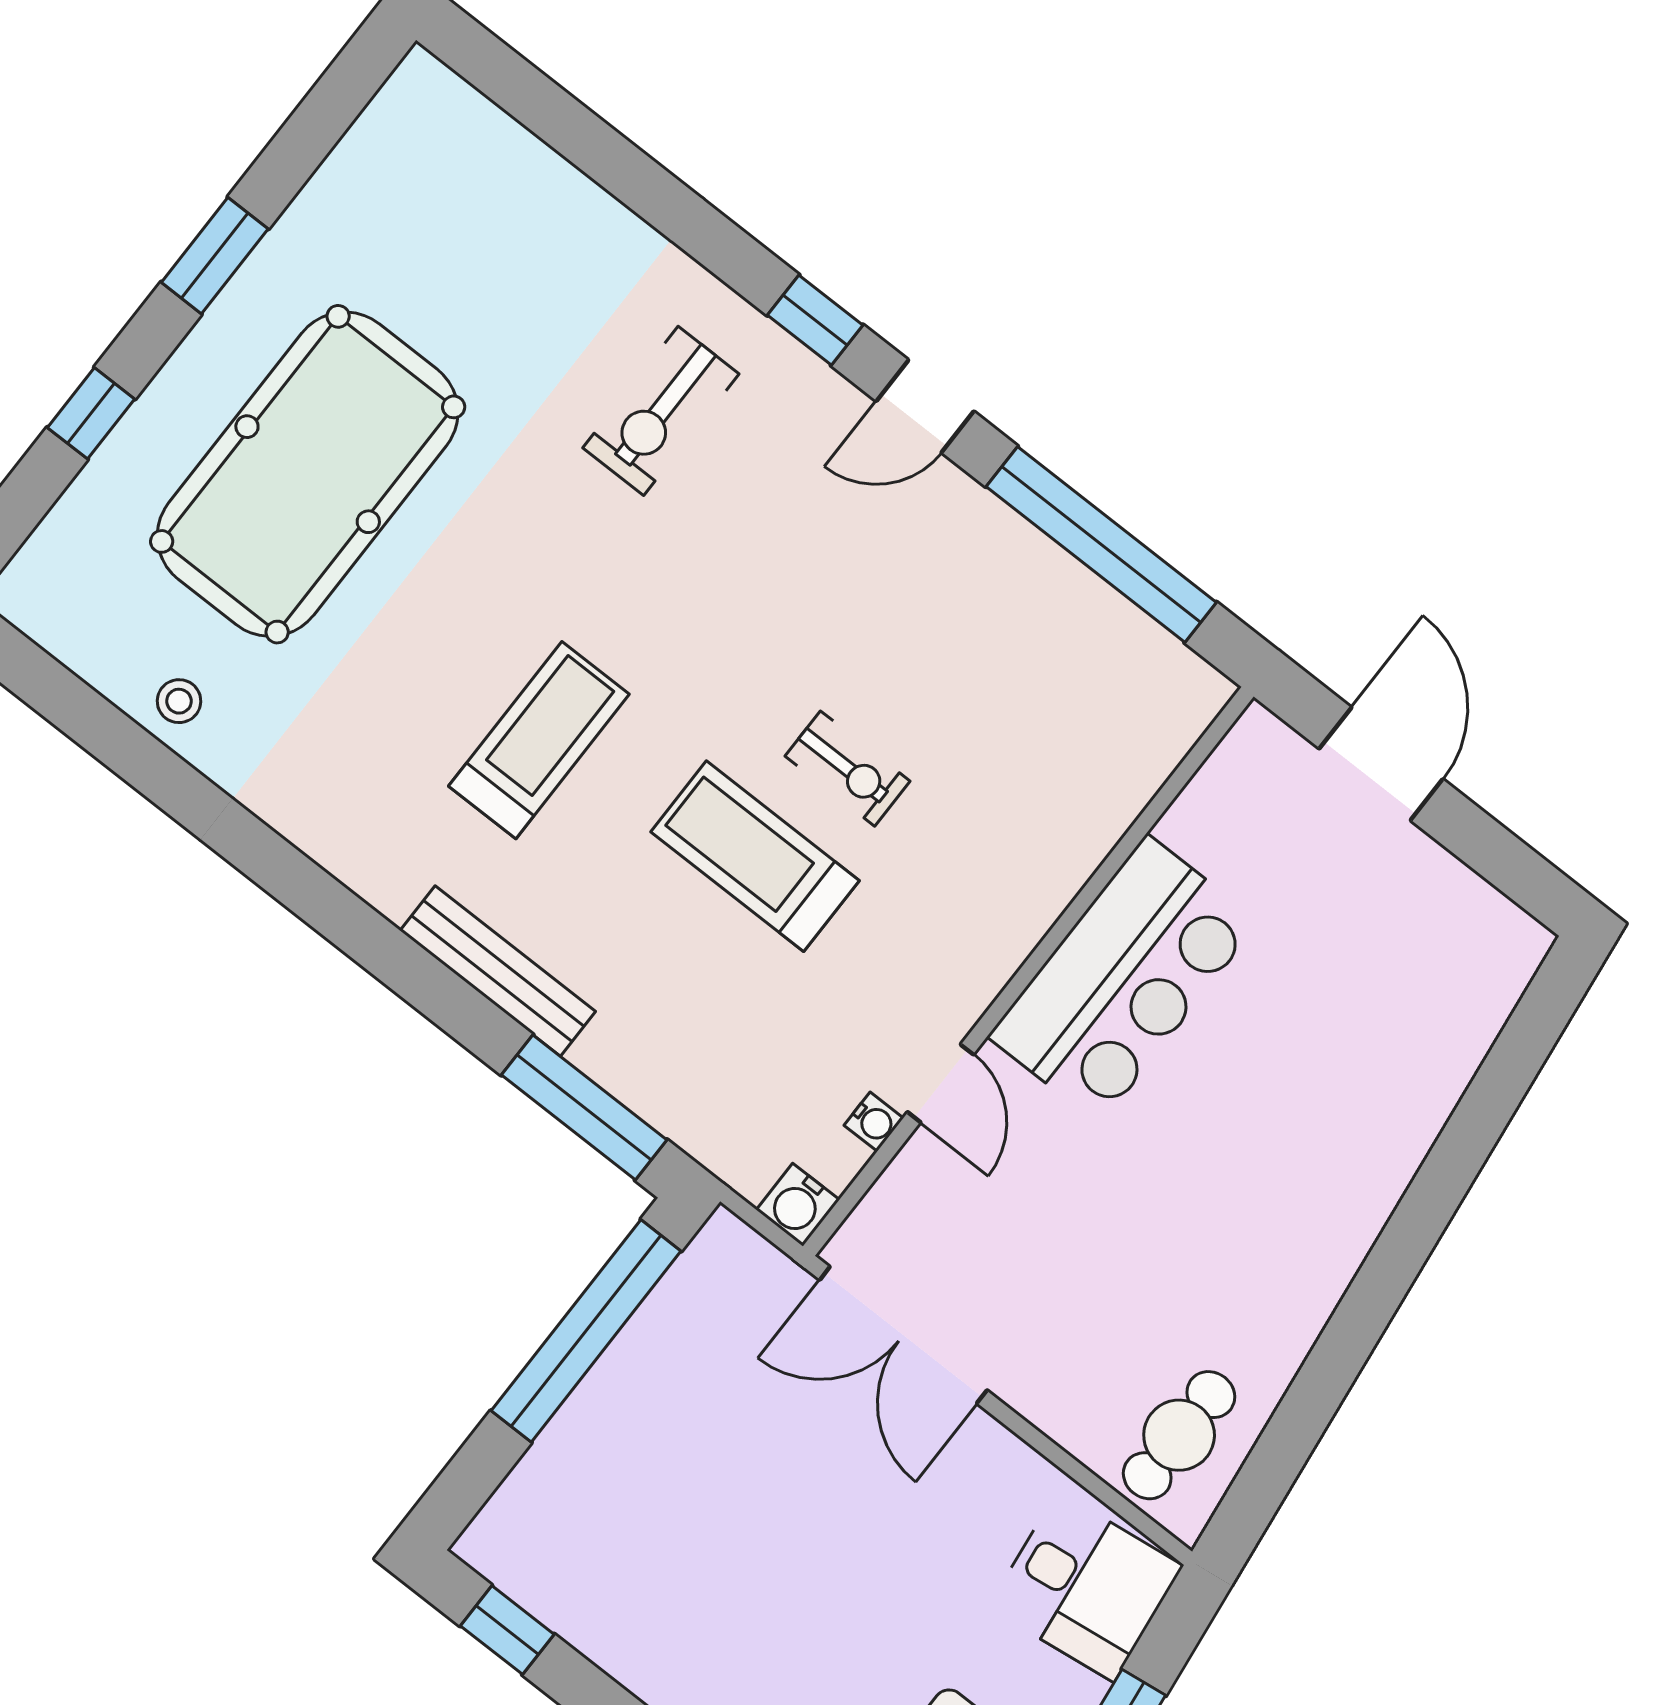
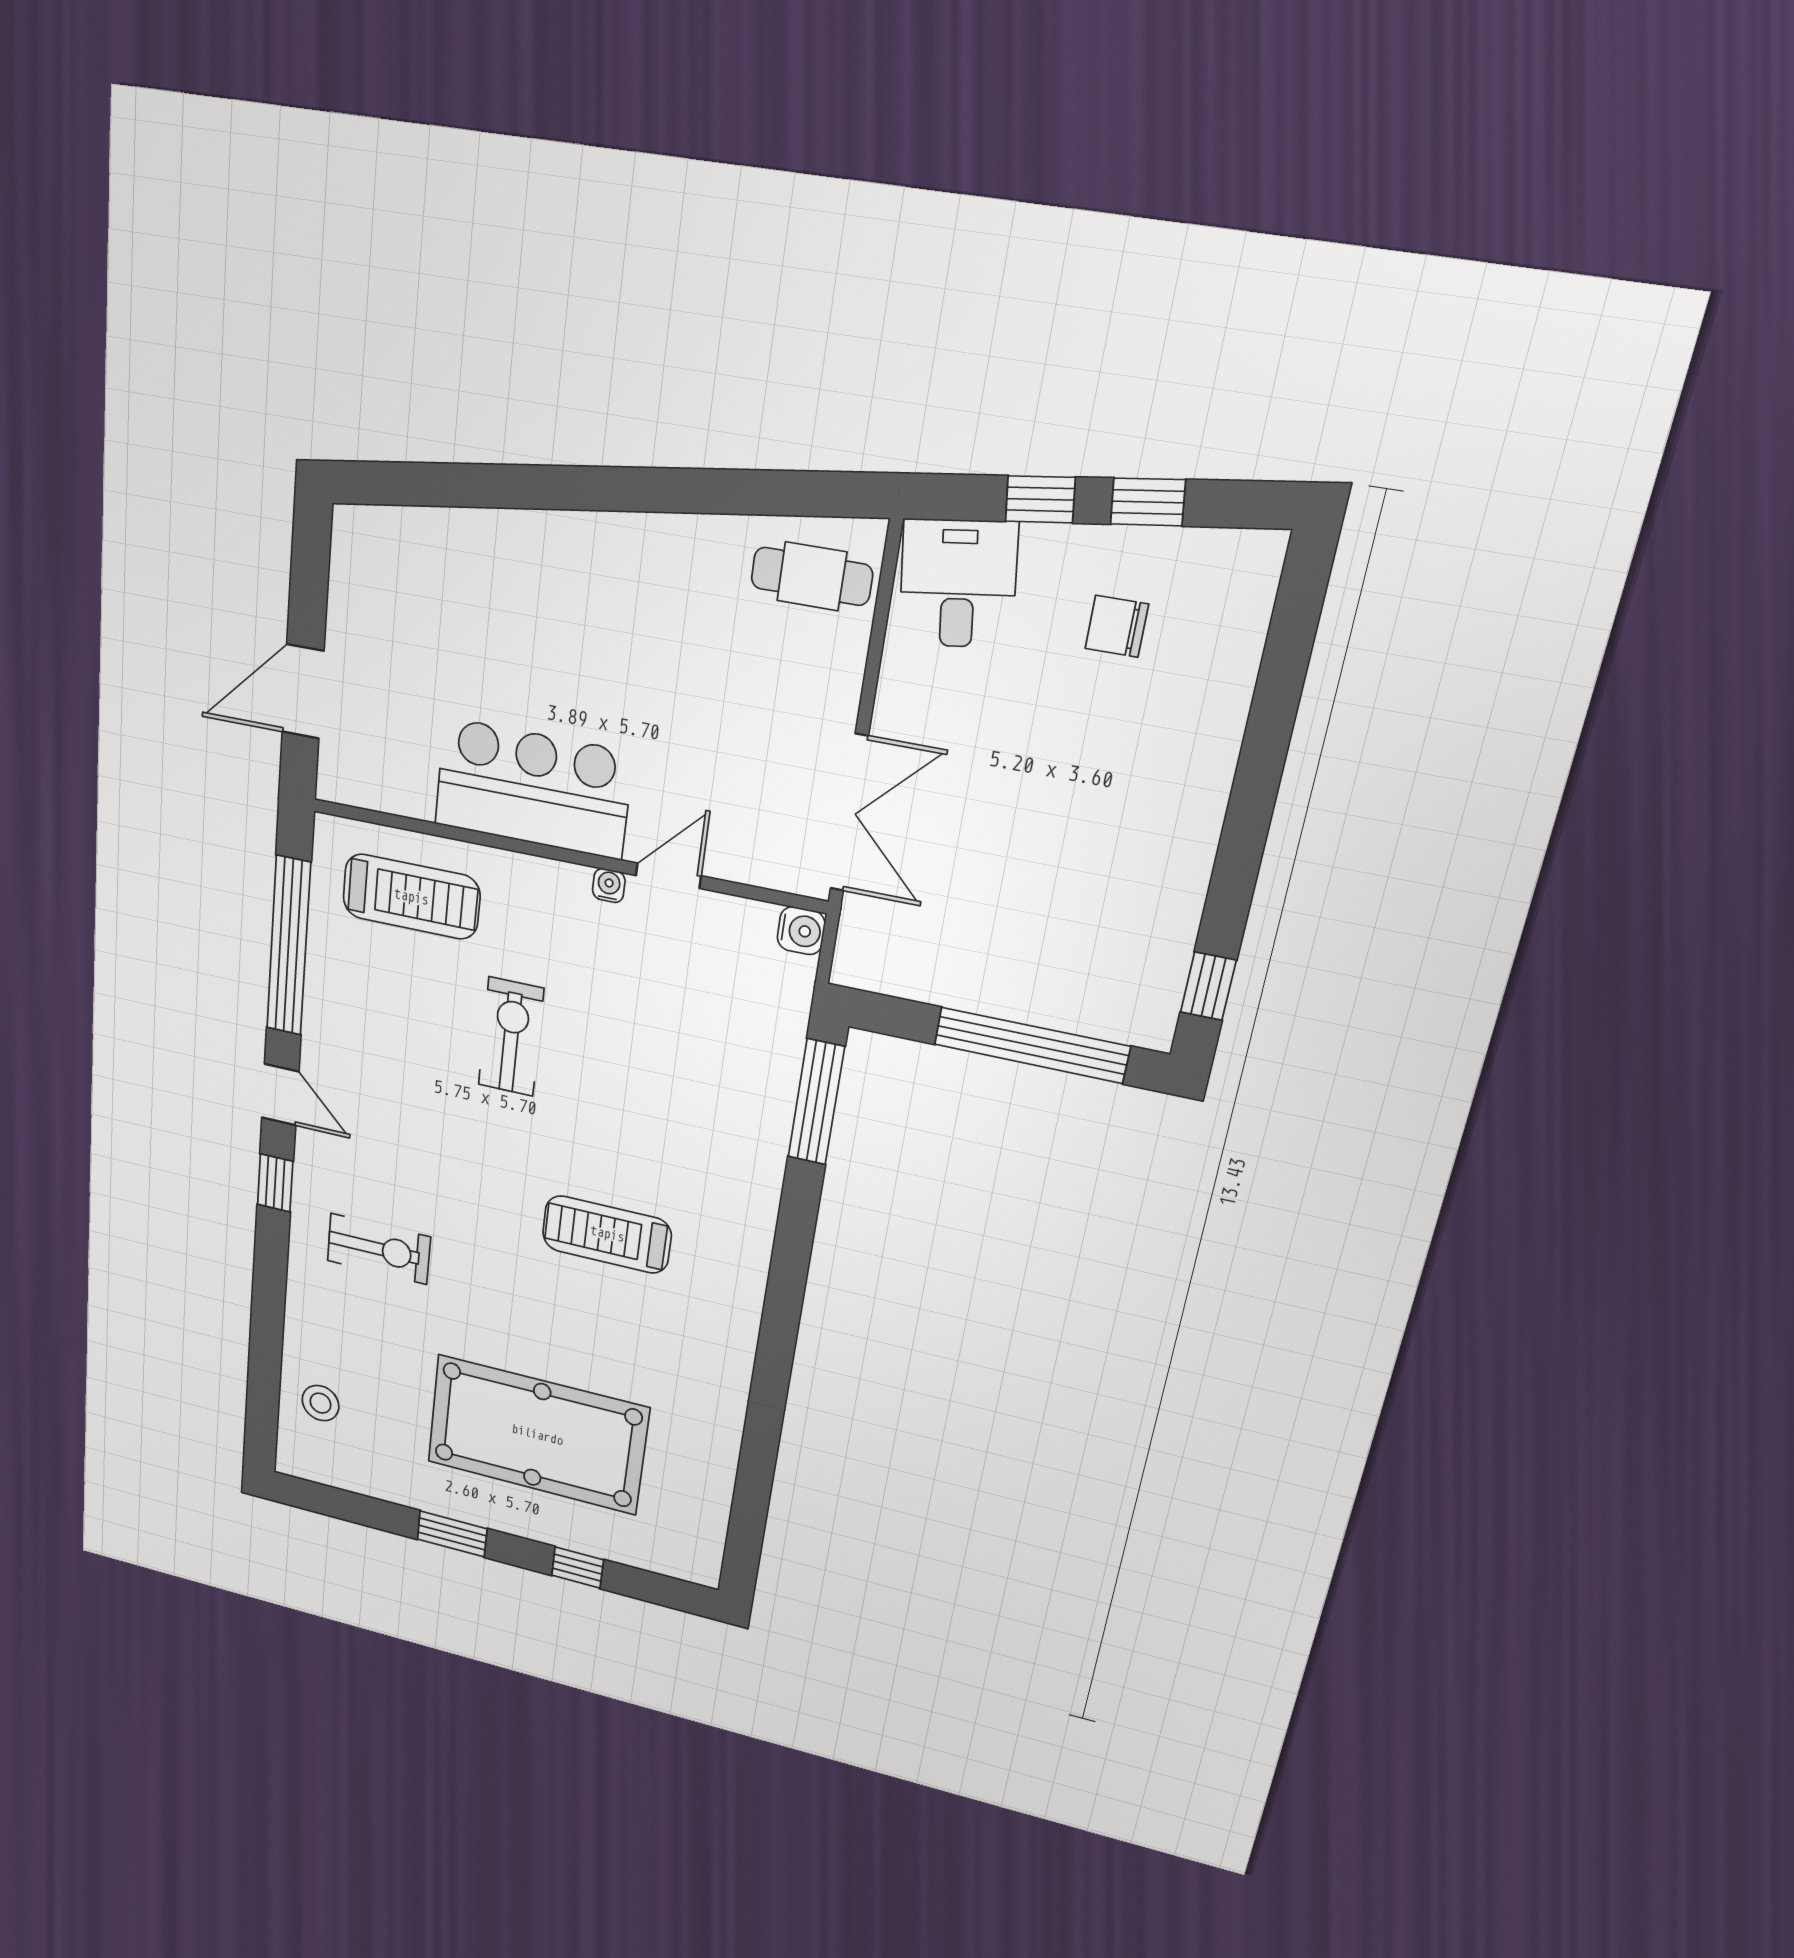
stool: (179, 701) -> (321, 1403), moved, width x1.37, depth x1.37
exercise bike: (848, 769) -> (511, 1037), width x1.38, depth x1.39
treadmill: (755, 856) -> (411, 897), moved, turned -90
bench: (498, 971) -> (761, 1196), removed
water cooler: (874, 1122) -> (609, 885), moved
window: (586, 1331) -> (1032, 1045), moved

